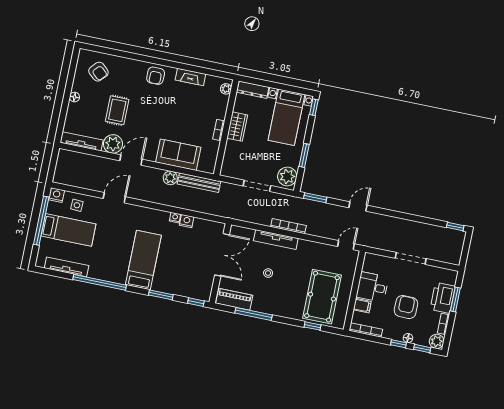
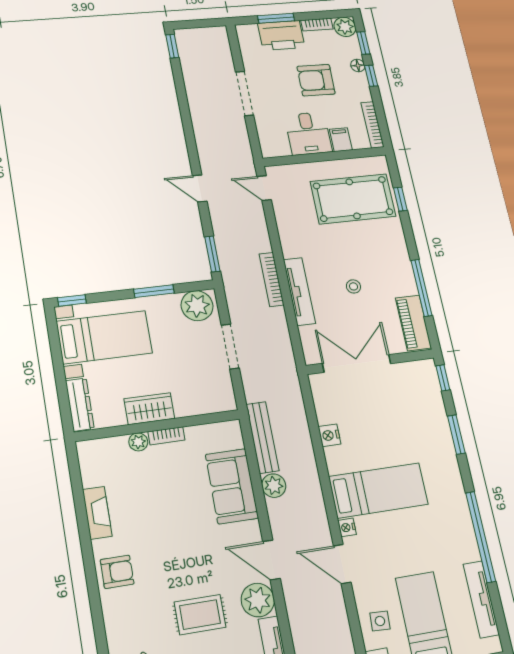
plant: (226, 89) -> (138, 442), moved
nightstand: (175, 218) -> (347, 527), moved
bed: (143, 260) -> (378, 490), moved, turned 180

